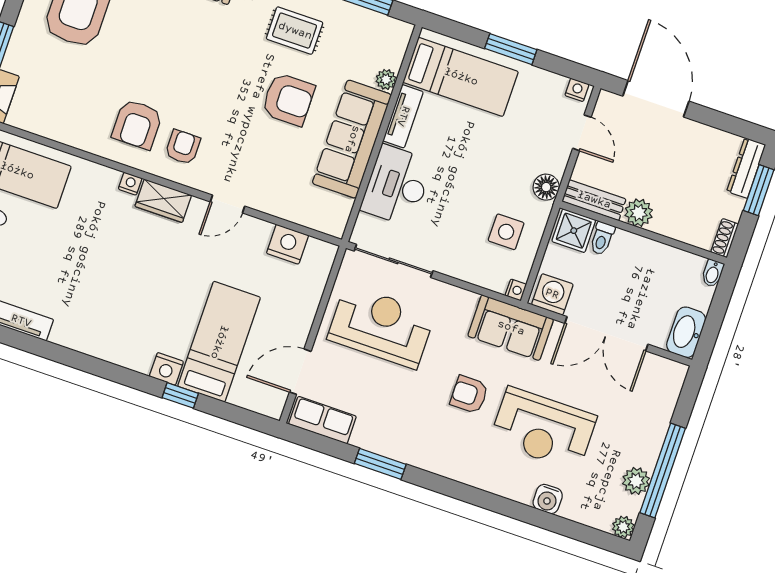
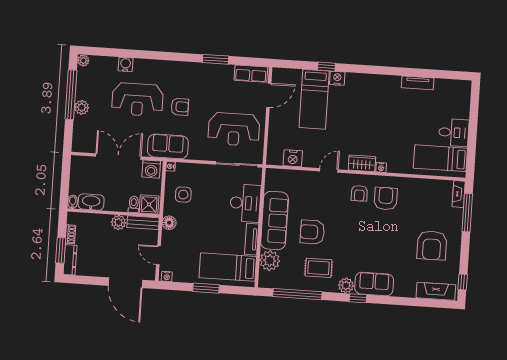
plant: (386, 79) -> (270, 261), width x1.88, depth x1.88
shoe rack: (725, 238) -> (70, 234), moved
washbasin: (686, 332) -> (91, 202), moved, turned -90
reception desk: (543, 429) -> (137, 99), turned 180
plant: (636, 481) -> (82, 107), moved

